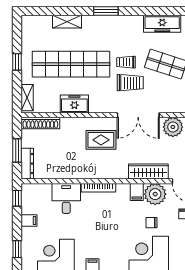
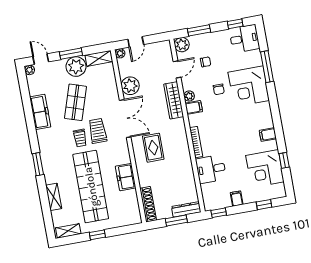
shelving: (27, 98) -> (68, 231), moved
plant: (155, 194) -> (189, 96), width x0.53, depth x0.53

